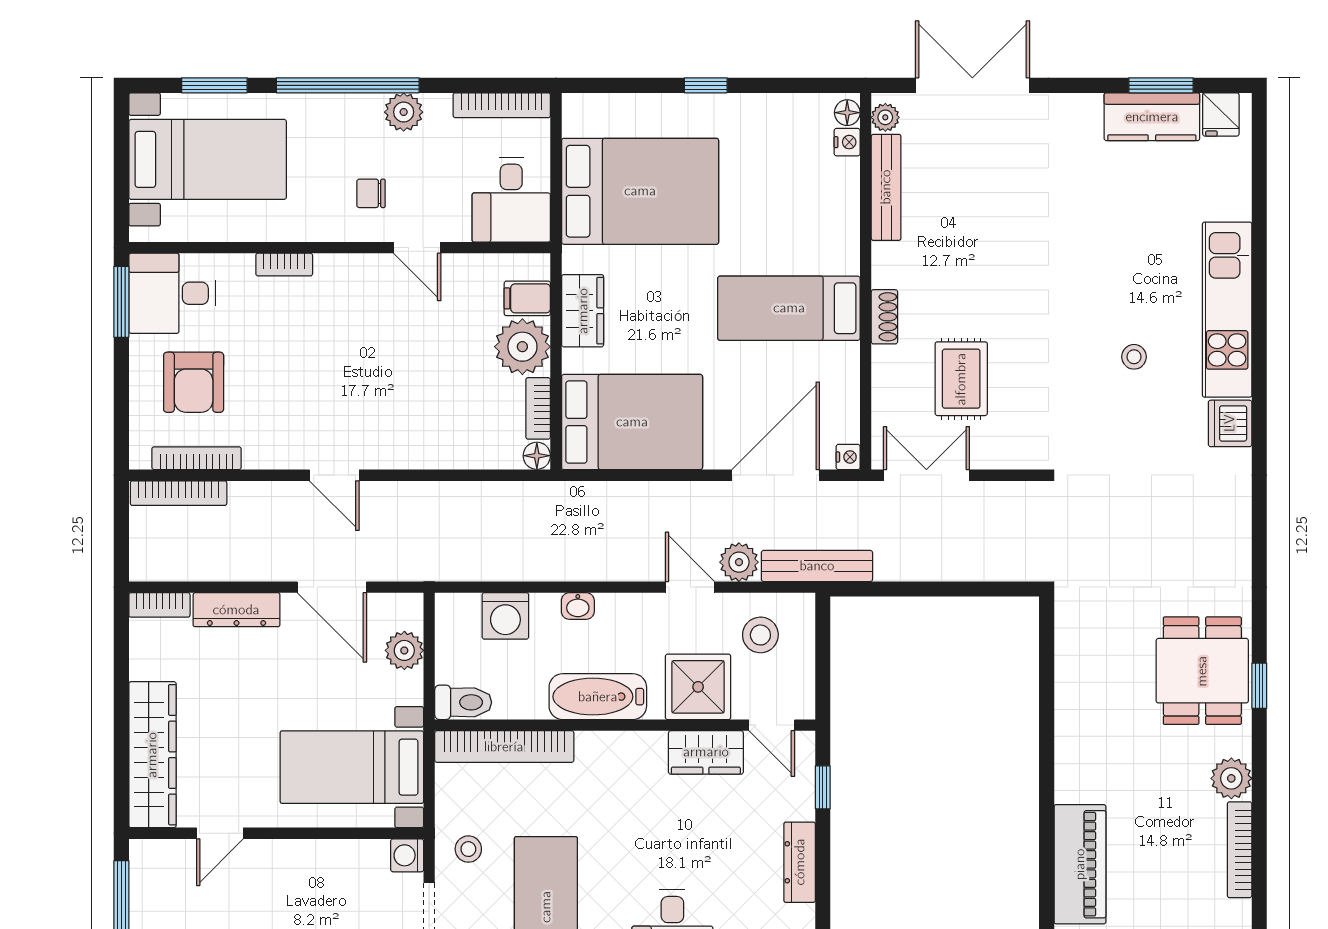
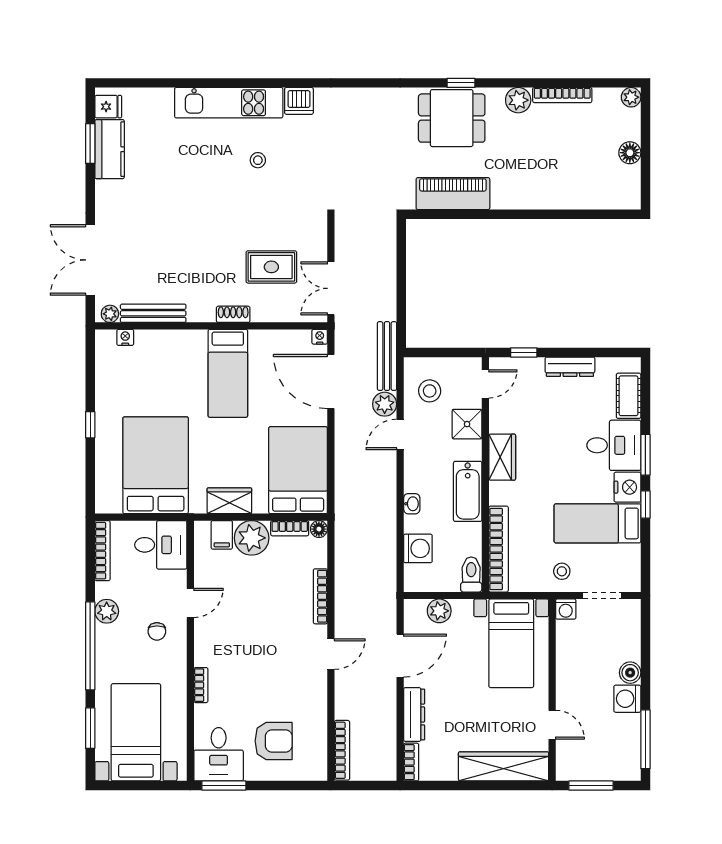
floor lamp: (847, 113) -> (107, 337), removed
bookcase: (197, 458) -> (320, 596), moved
shower: (698, 687) -> (467, 424), width x0.73, depth x0.73
wardrobe: (706, 752) -> (502, 457), moved
piano: (1080, 864) -> (453, 194), moved

